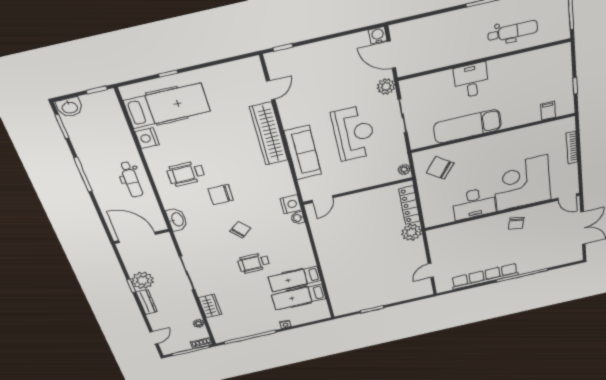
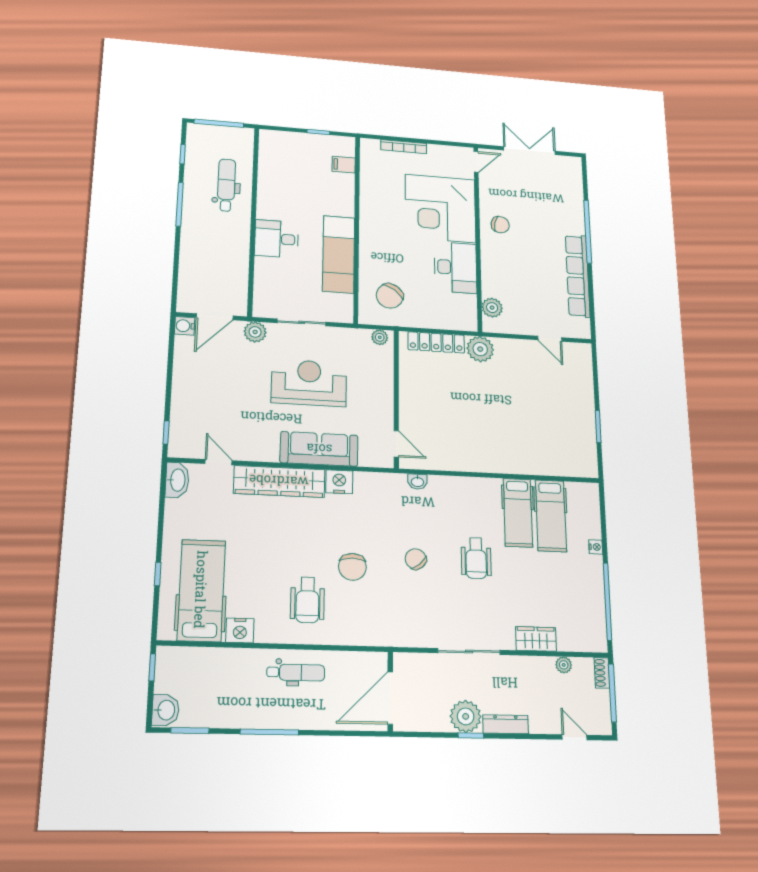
nightstand: (291, 204) -> (339, 482), moved
washbasin: (177, 220) -> (177, 480), moved, turned 90
plant: (447, 232) -> (492, 308), added

